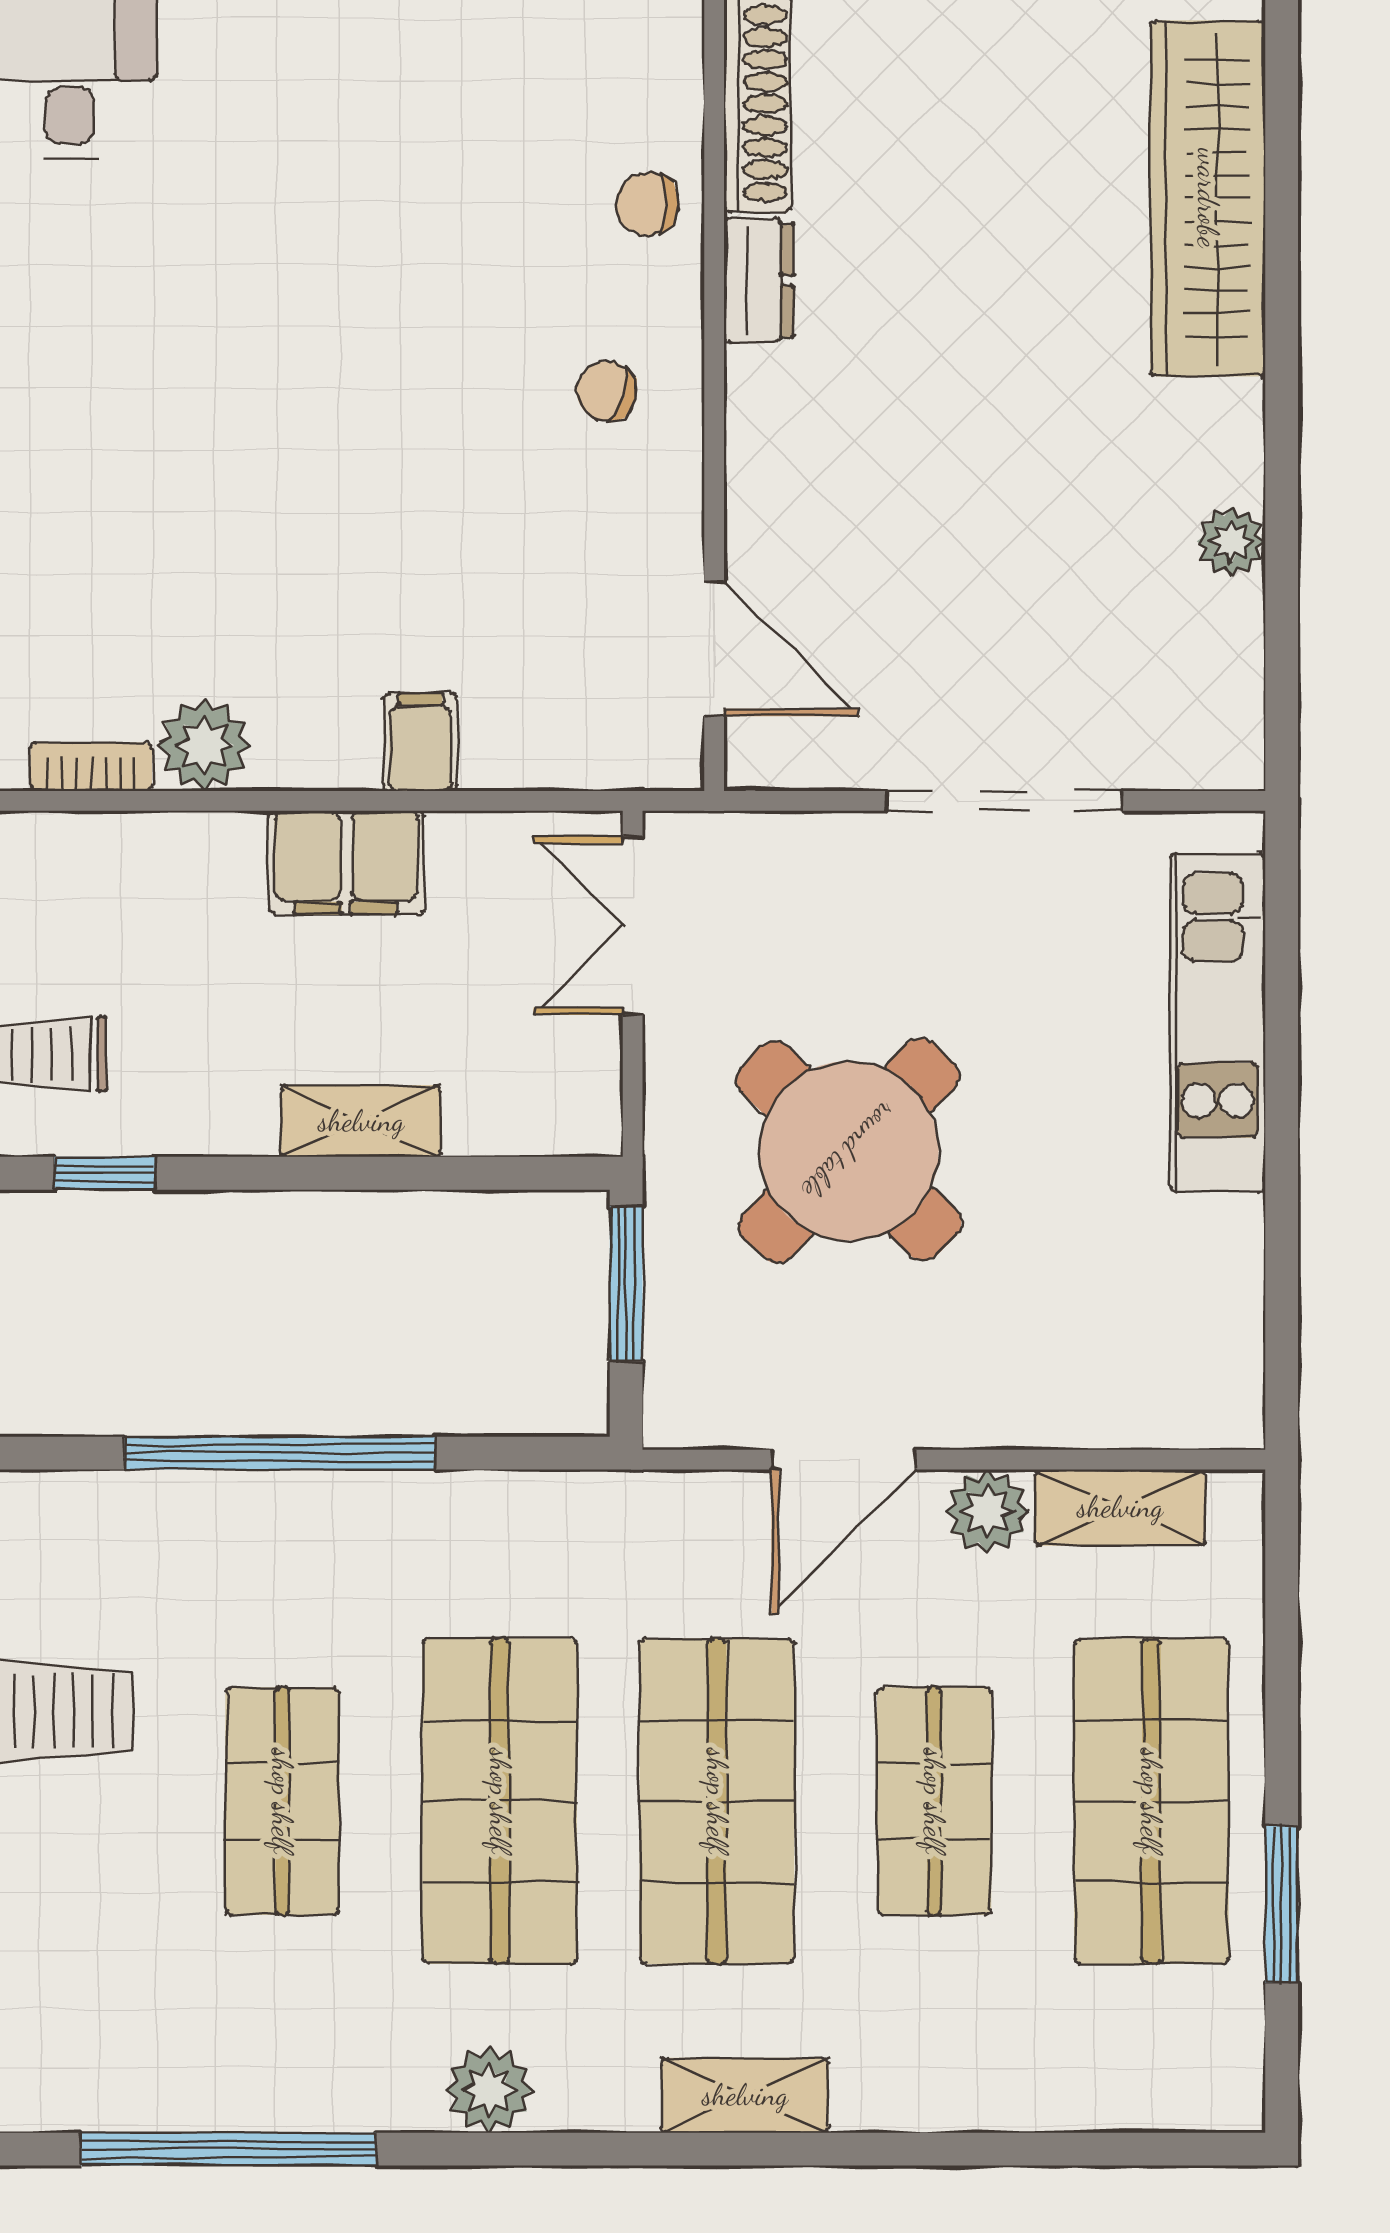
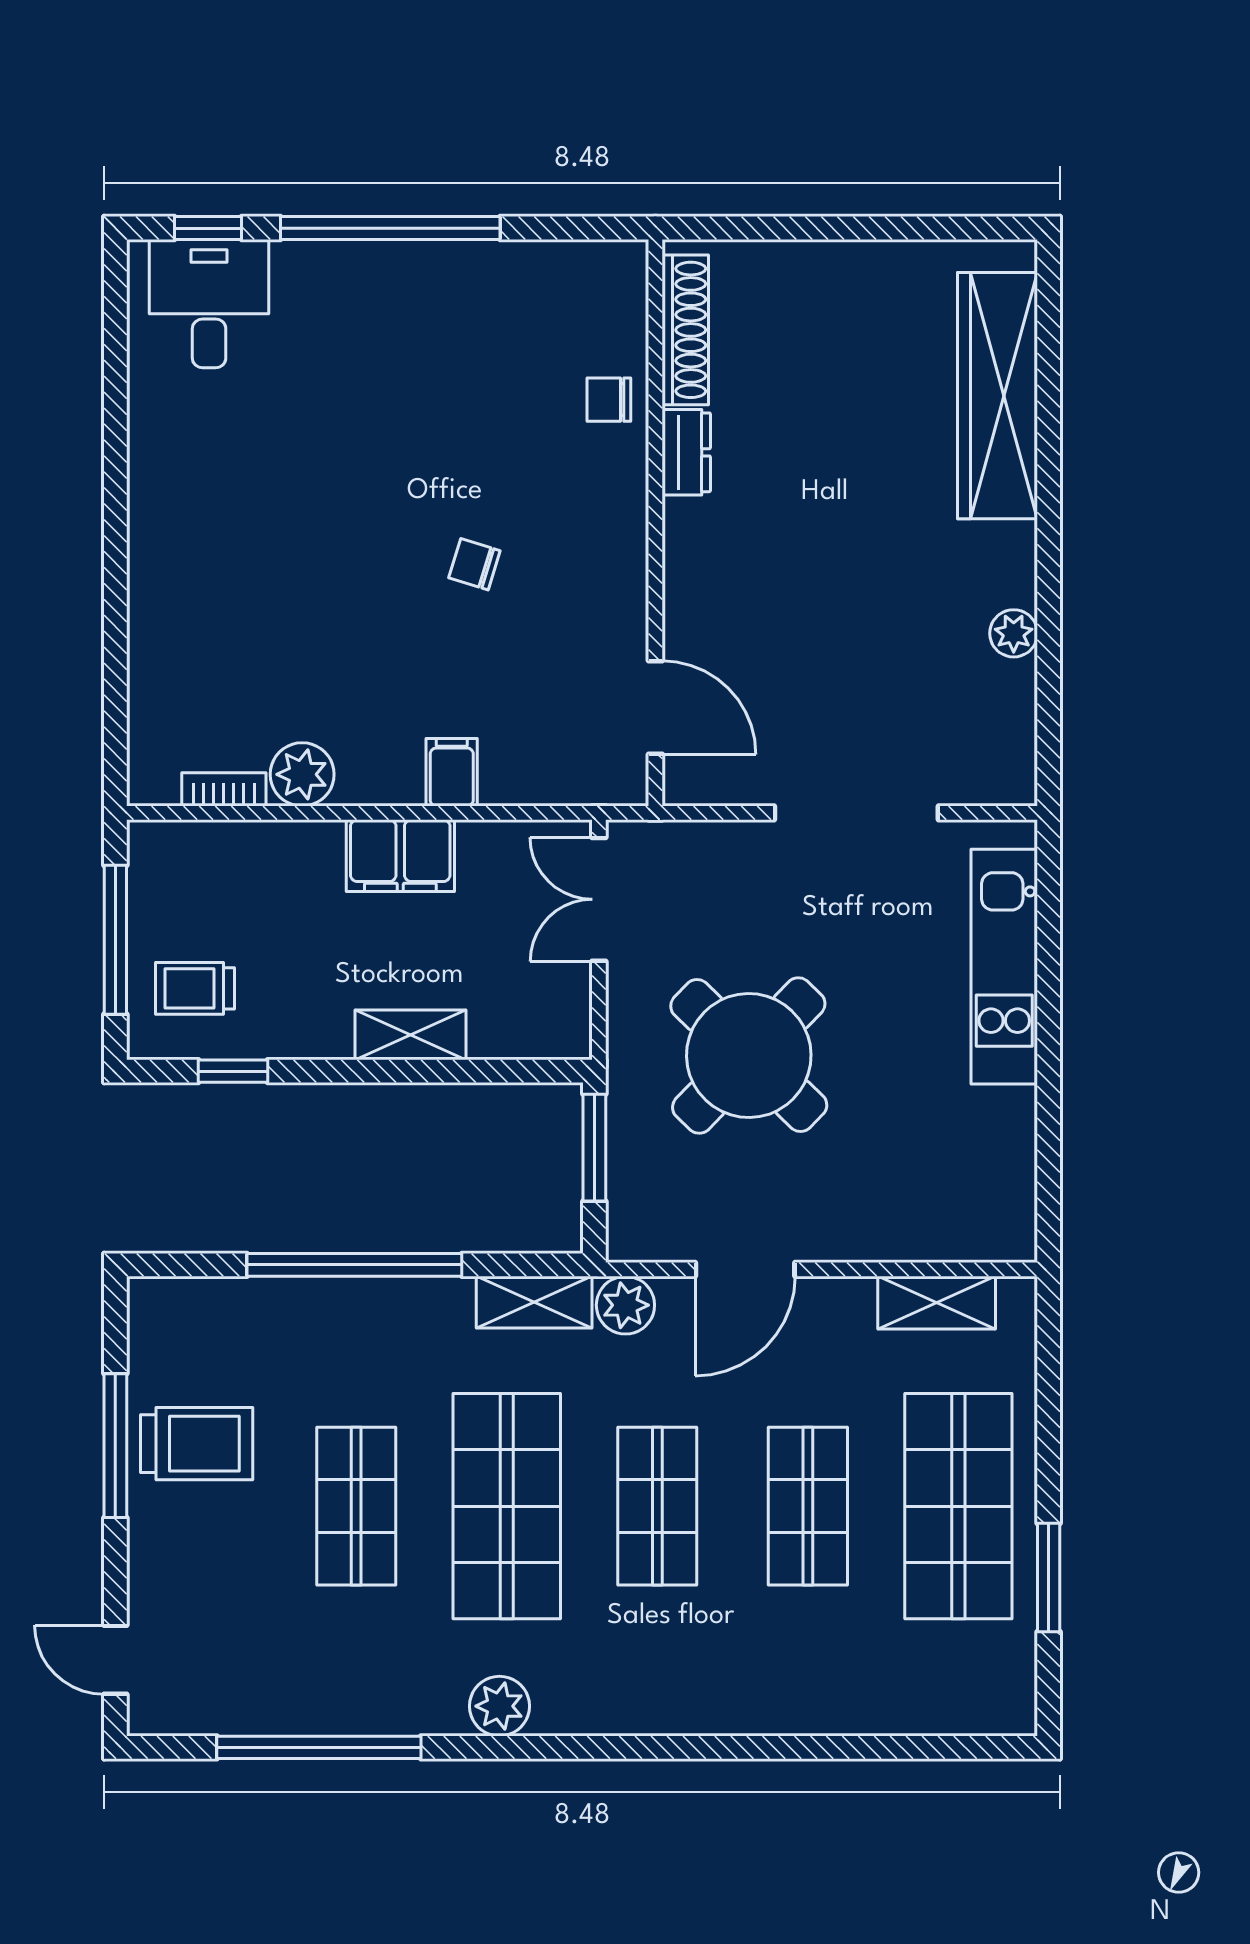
chair: (606, 391) -> (474, 564), moved
plant: (987, 1511) -> (625, 1305), moved
shop shelf: (717, 1801) -> (657, 1506), width x0.70, depth x0.74
shelving: (745, 2095) -> (534, 1302), moved

